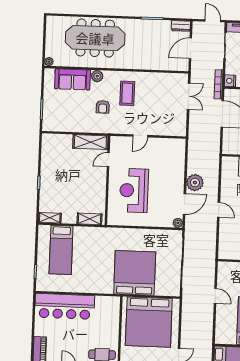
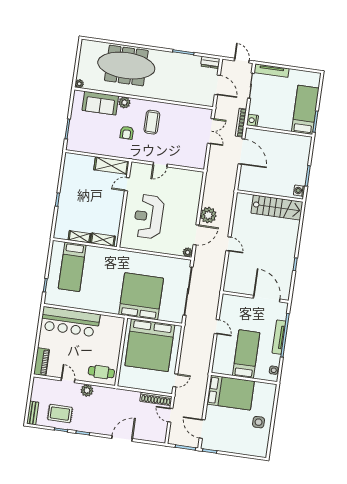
door: (190, 48) -> (217, 85), swing flipped
shelving: (50, 218) -> (80, 237), moved

